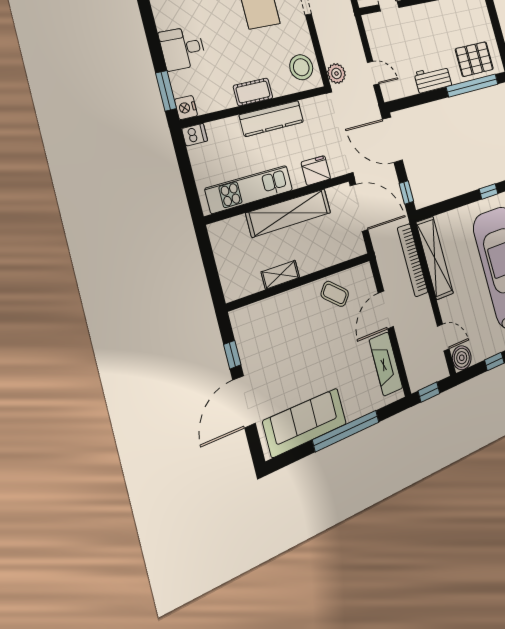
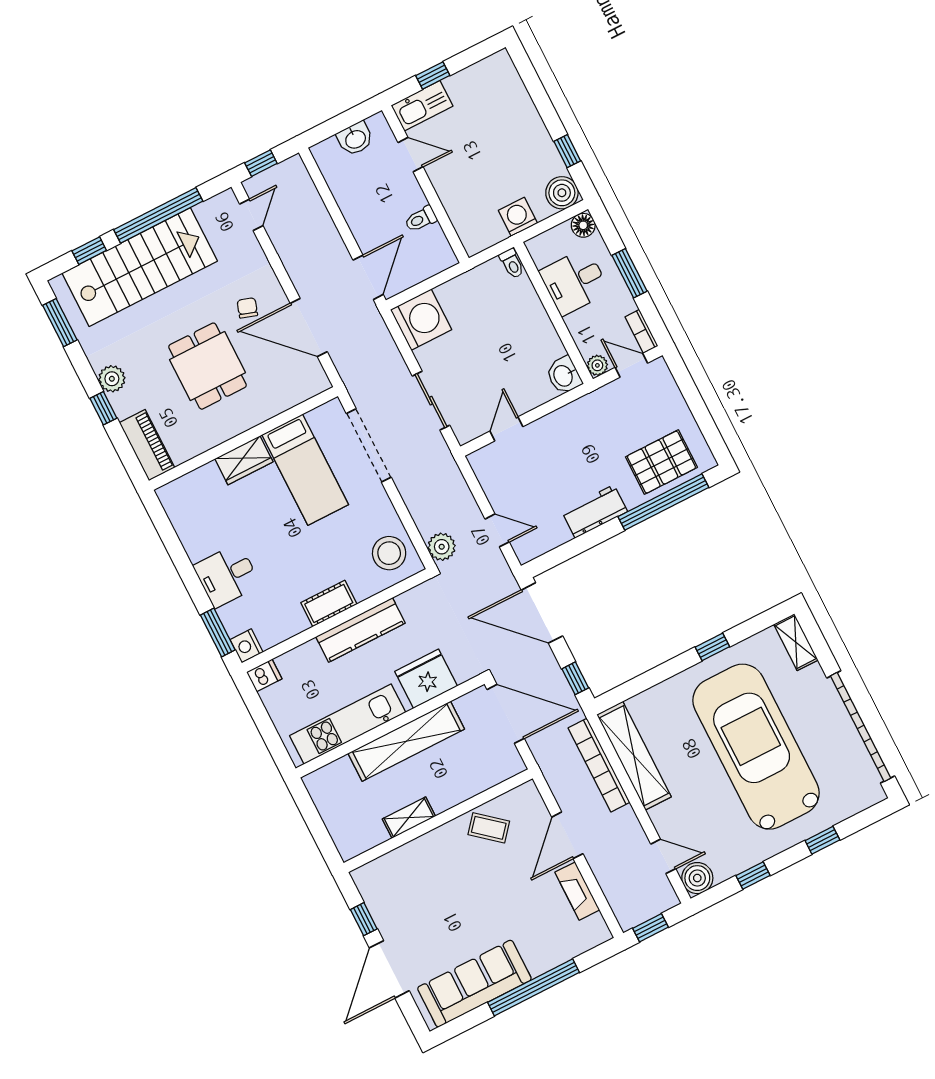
fridge: (316, 170) -> (426, 679), width x1.36, depth x1.34
fireplace: (386, 364) -> (577, 891), width x0.73, depth x0.76

